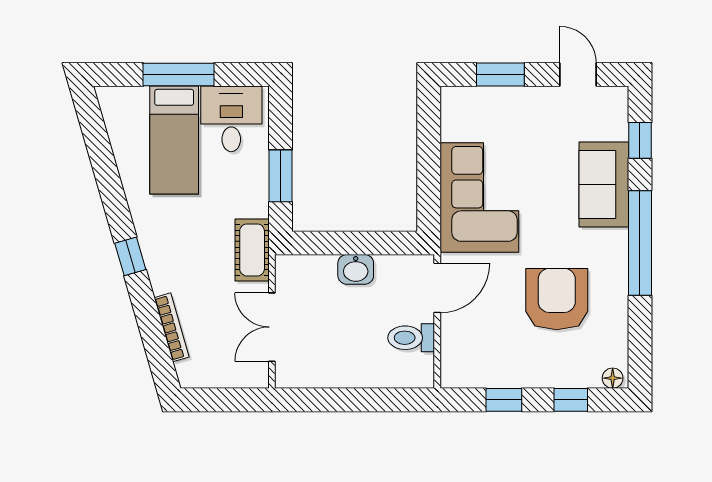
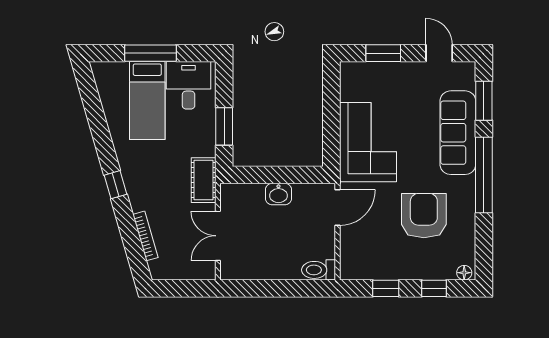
window: (640, 140) -> (484, 101), width x1.50
sofa: (604, 184) -> (458, 133), width x1.36
toilet: (411, 338) -> (319, 270), moved

